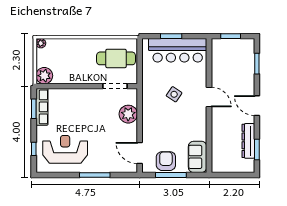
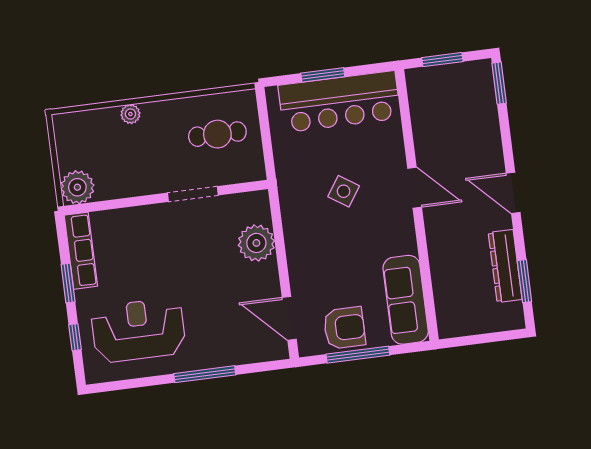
plant: (41, 43) -> (130, 114), moved
cafe table: (116, 58) -> (217, 134), width x0.73, depth x0.74
window: (257, 64) -> (499, 83), moved
doorway: (115, 86) -> (193, 194), moved
window: (34, 109) -> (68, 283), moved
sofa: (198, 157) -> (406, 300), width x1.36
armchair: (166, 161) -> (344, 328), turned 90

